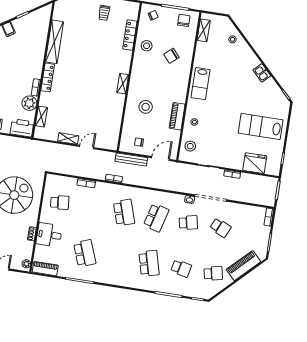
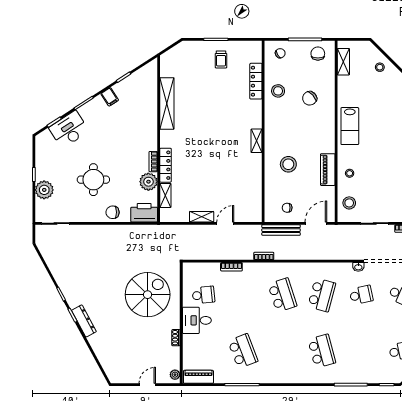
locker: (48, 77) -> (165, 165), moved
desk: (49, 235) -> (197, 320), moved
school desk: (181, 268) -> (361, 351), removed

